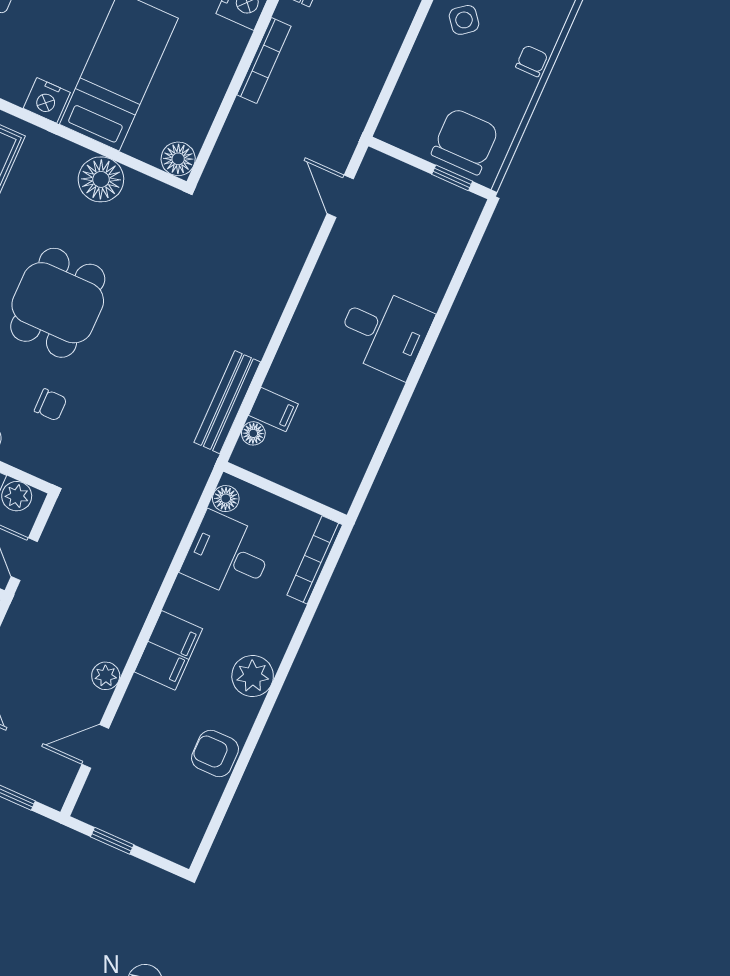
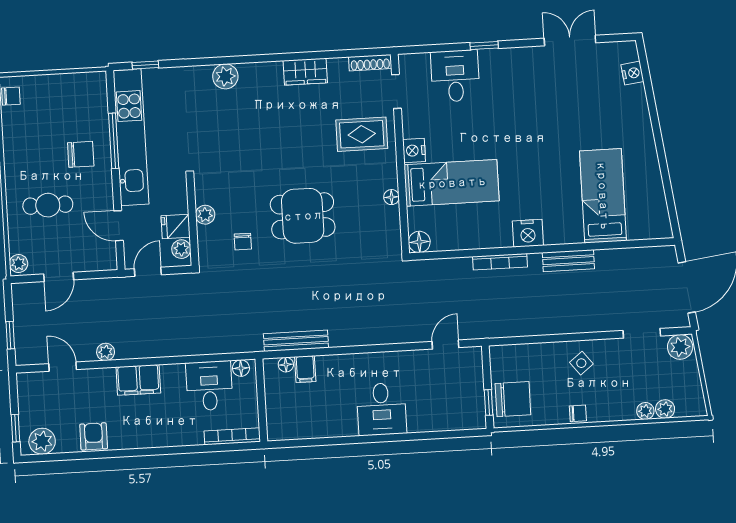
floor lamp: (101, 179) -> (391, 197), width x0.53, depth x0.53
plant: (253, 676) -> (42, 441), moved
window: (112, 841) -> (16, 428), moved

